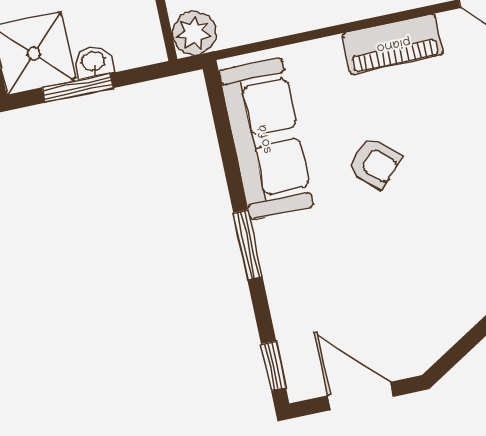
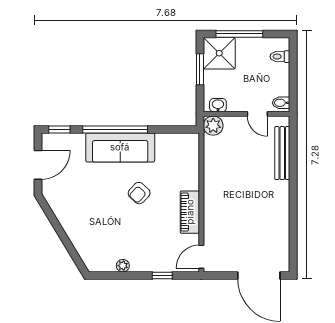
washbasin: (93, 62) -> (218, 105), moved, turned -90
sofa: (266, 139) -> (120, 147), moved
window: (248, 245) -> (115, 129), width x2.11

